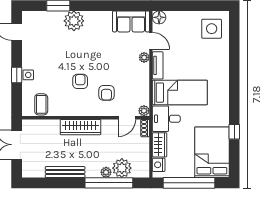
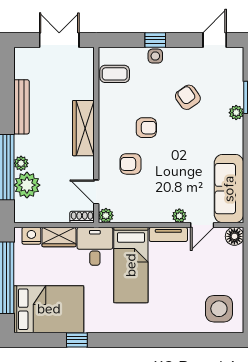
plant: (74, 21) -> (236, 113), width x0.53, depth x0.53
sofa: (131, 21) -> (229, 189), width x1.36
armchair: (58, 51) -> (188, 97), added

